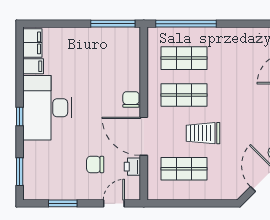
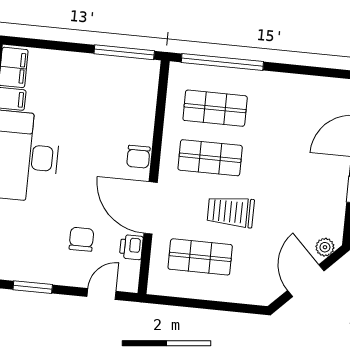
chair: (131, 100) -> (138, 157), turned 180
chair: (95, 164) -> (81, 239), turned 90

